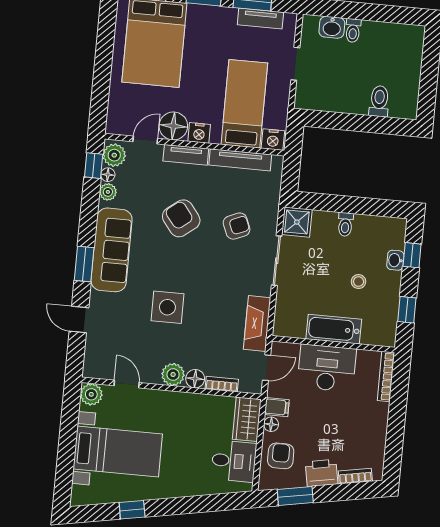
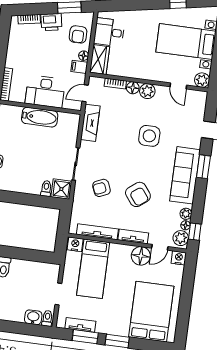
toilet: (353, 31) -> (47, 318), moved
nightstand: (199, 133) -> (179, 258), moved
toilet: (345, 224) -> (46, 188), moved
stool: (359, 282) -> (22, 148), removed

